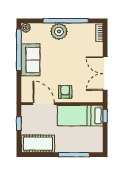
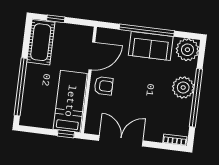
plant: (26, 28) -> (187, 50), width x1.88, depth x1.88
window: (19, 50) -> (147, 30), moved
window: (19, 124) -> (56, 19), moved
window: (74, 155) -> (21, 87), width x1.46

